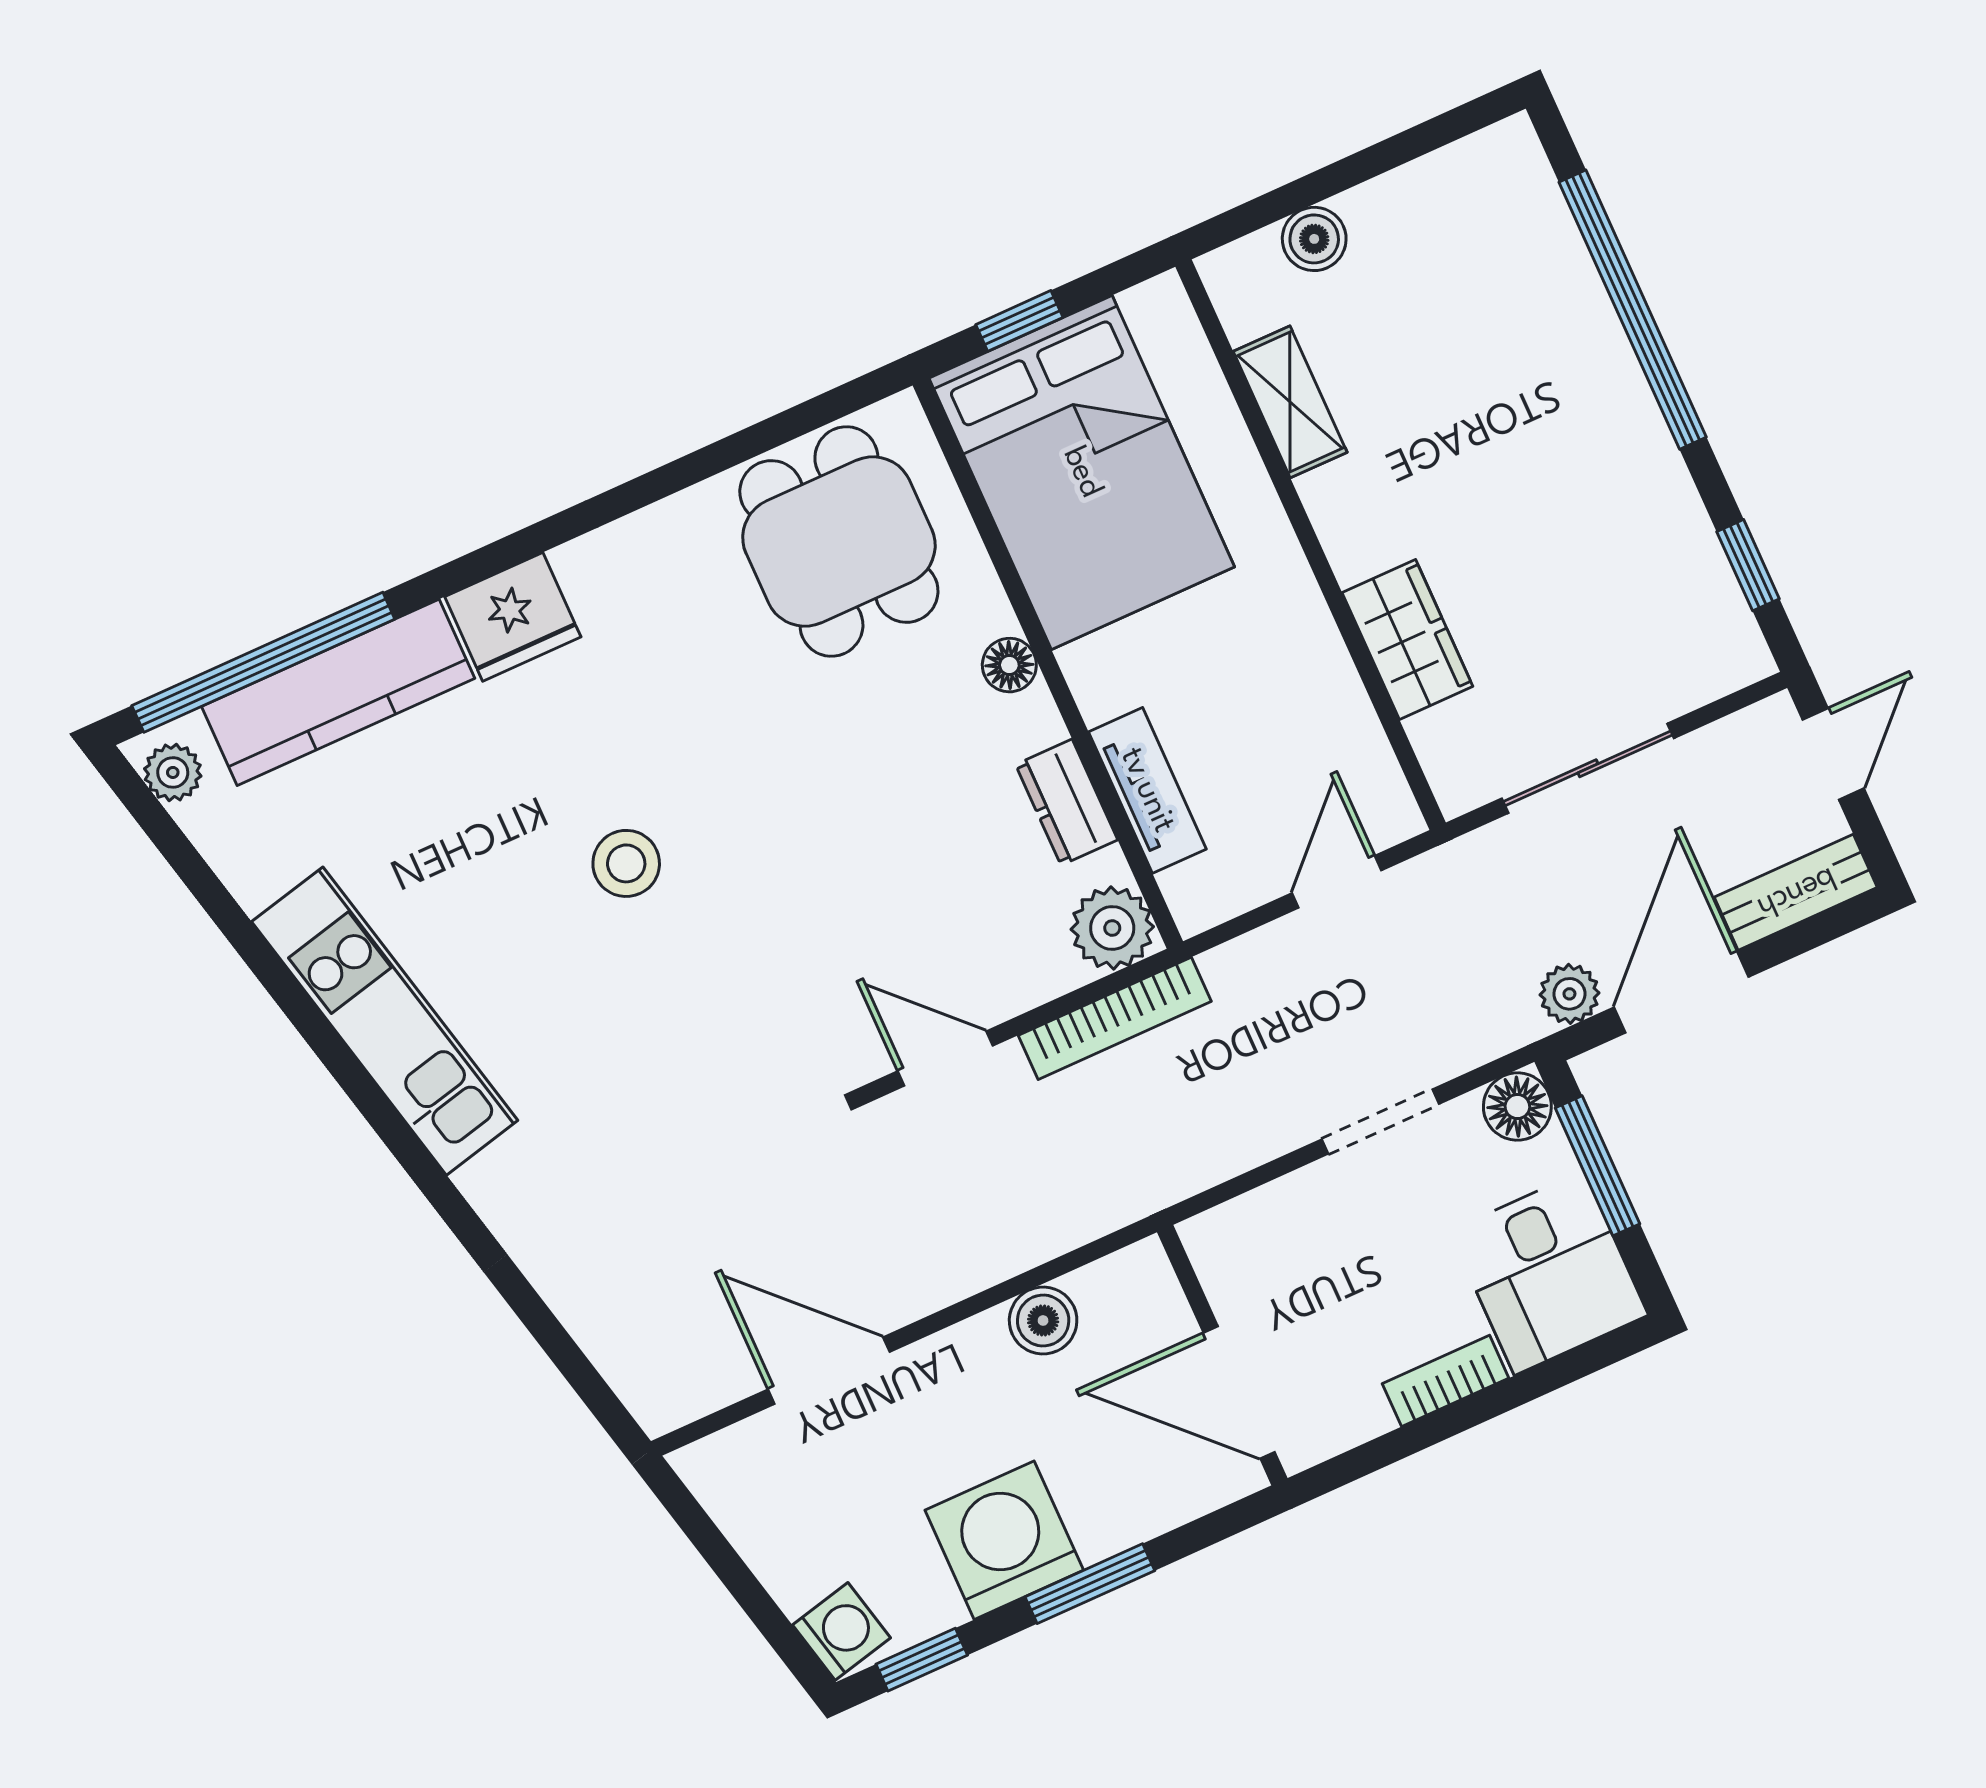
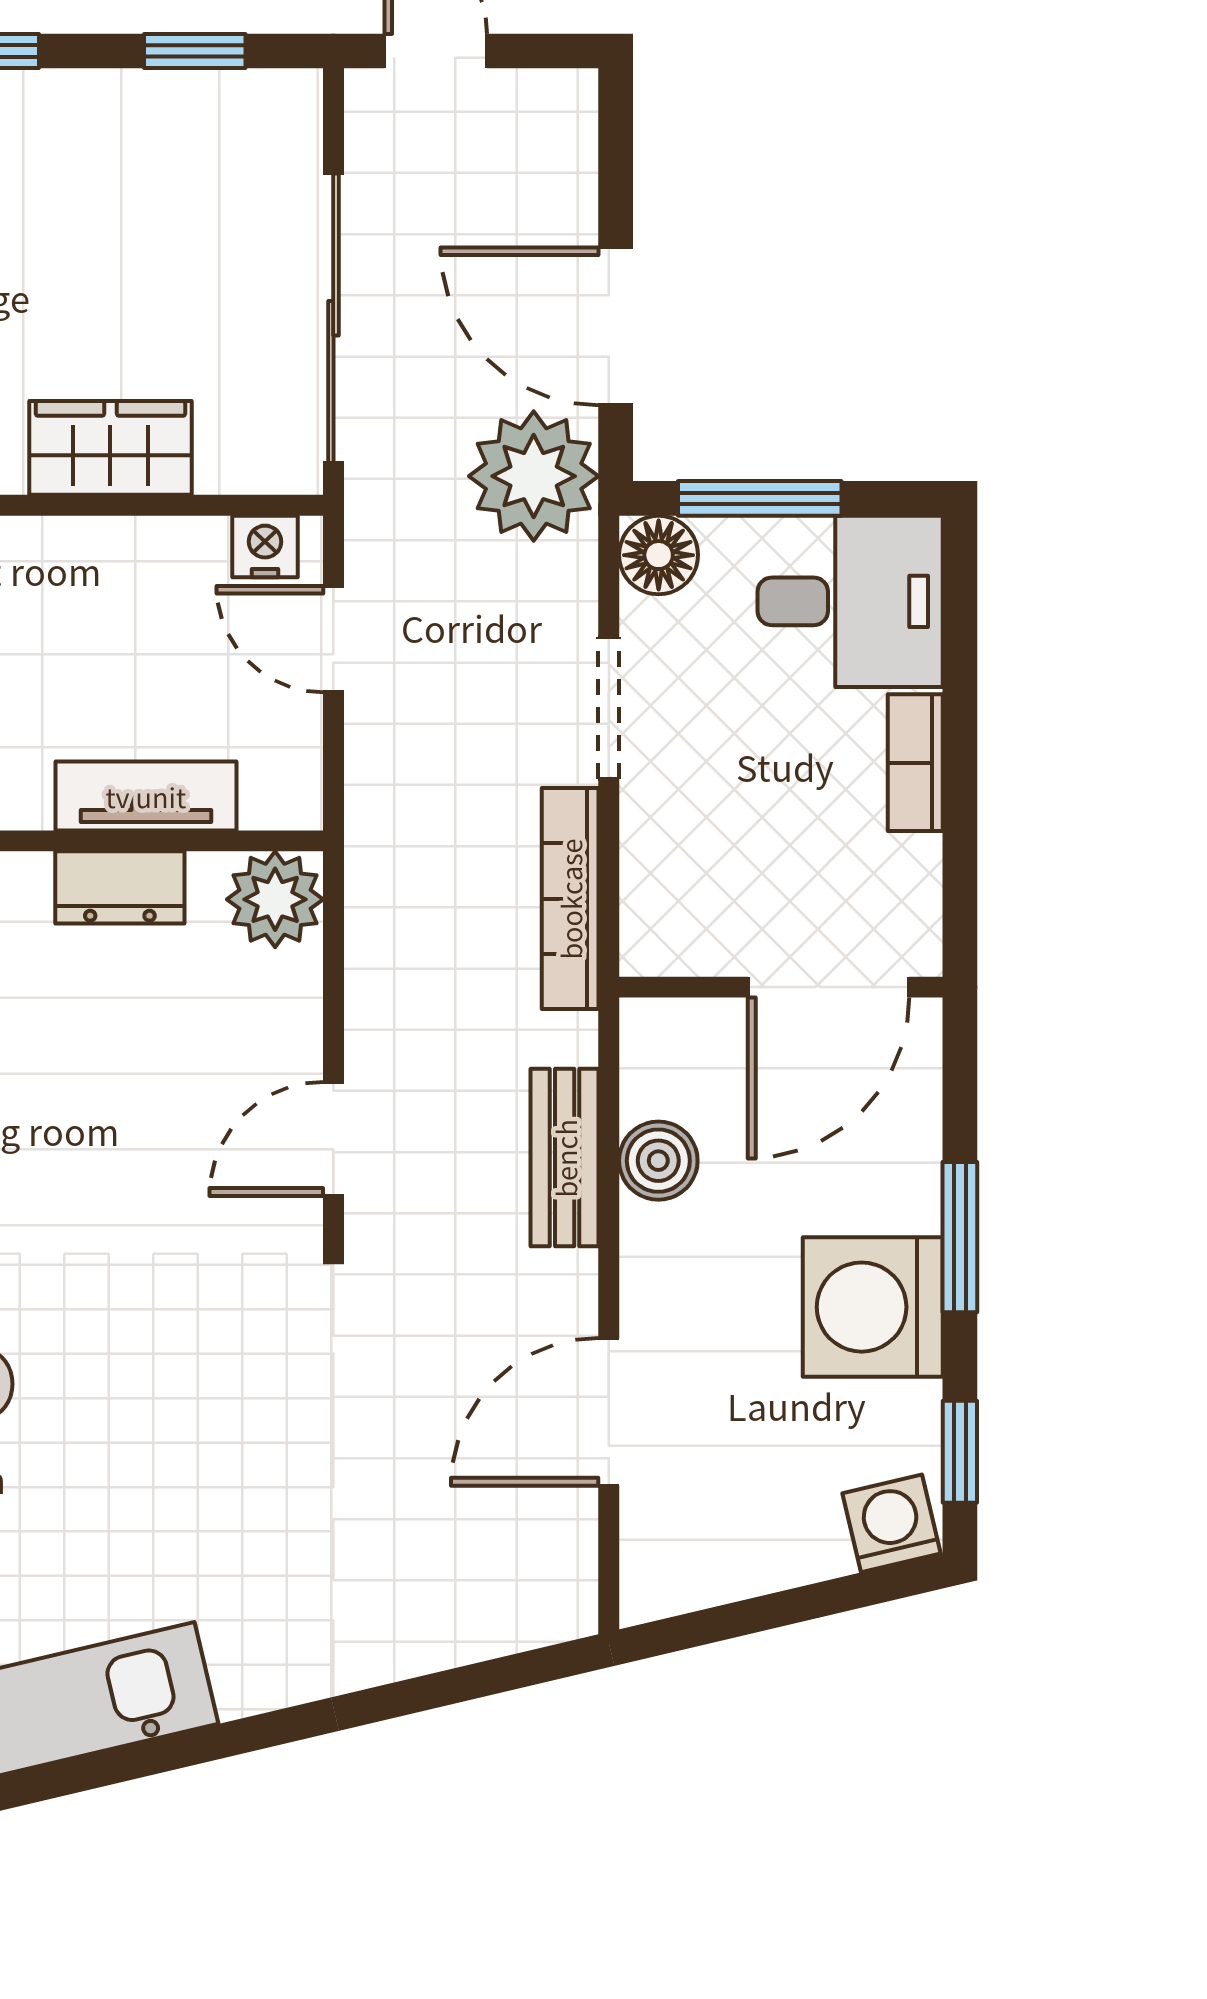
sliding door: (1588, 768) -> (333, 318), width x1.37
nightstand: (1385, 795) -> (265, 547), added
bench: (1796, 892) -> (565, 1158), moved
plant: (1569, 994) -> (534, 476), width x1.88, depth x1.88
bookcase: (1115, 1018) -> (570, 899), moved, turned 180

